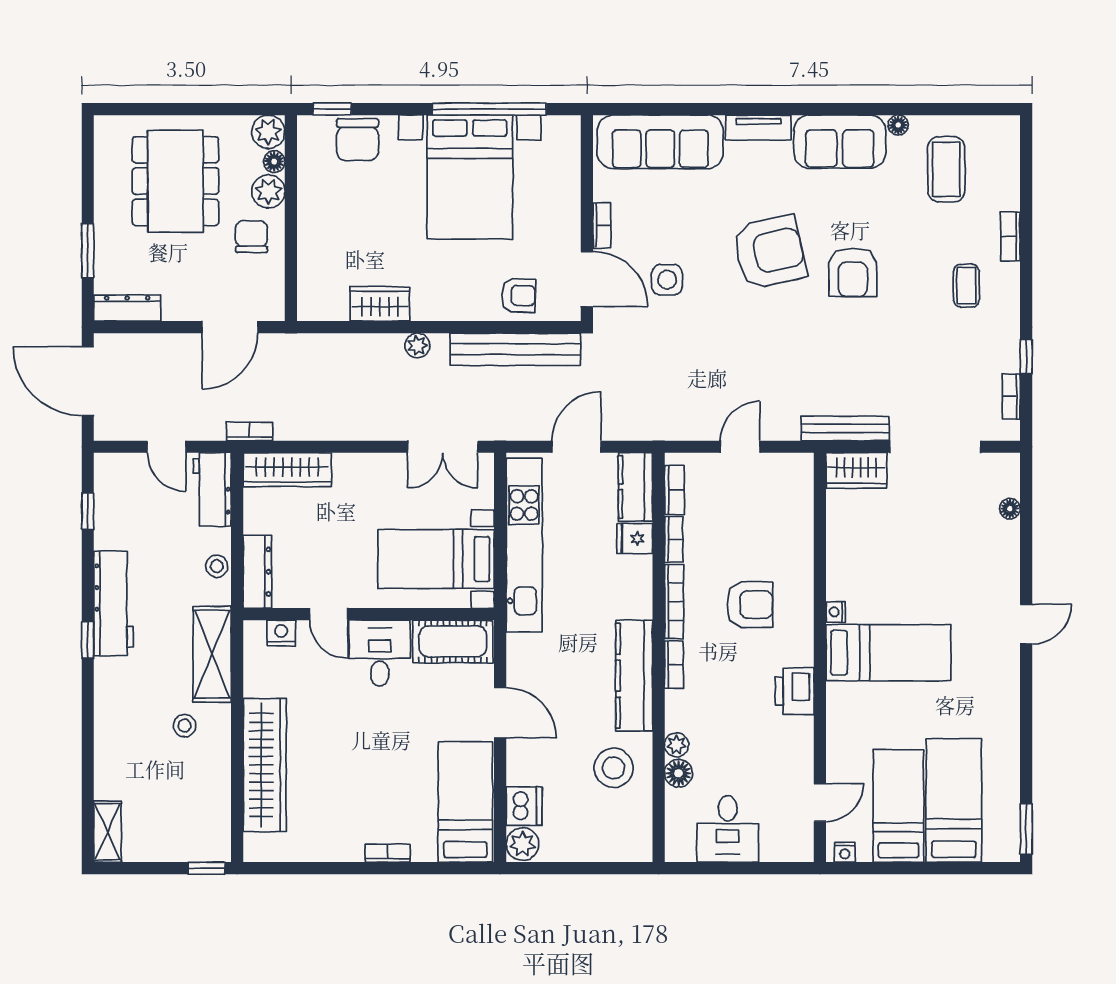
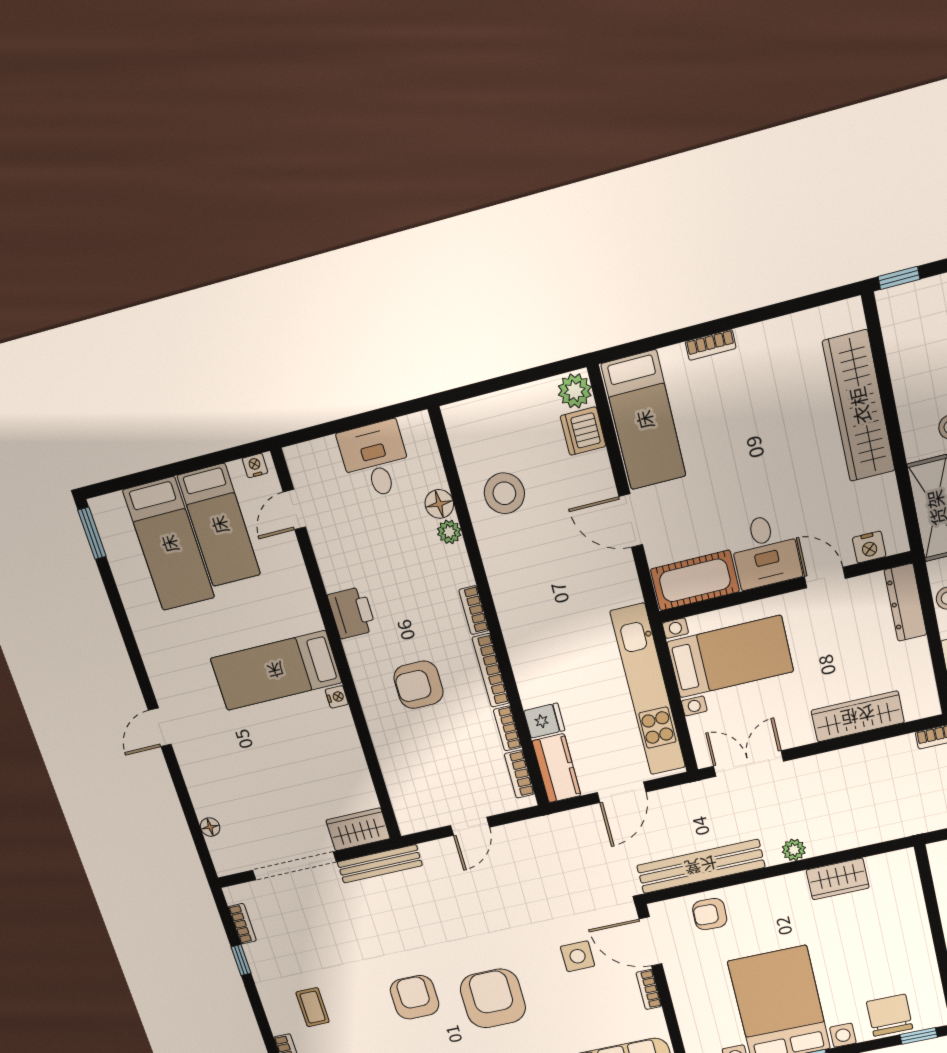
armchair: (769, 252) -> (493, 998), turned 103
wardrobe: (287, 470) -> (858, 716), moved
kitchen counter: (634, 676) -> (509, 590), removed

